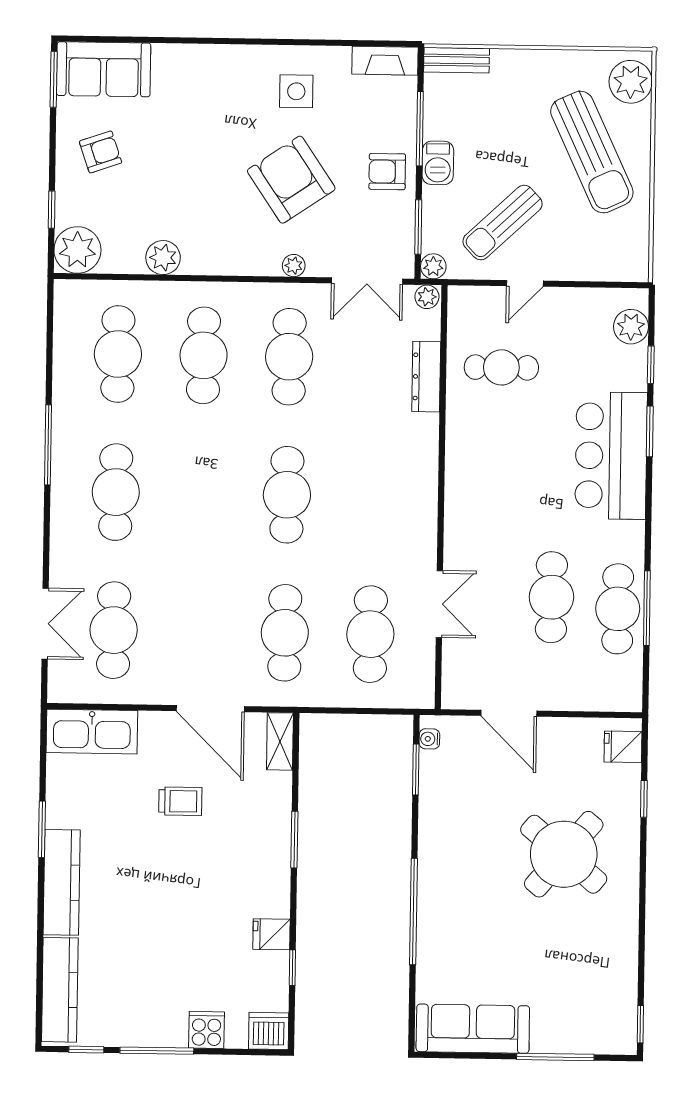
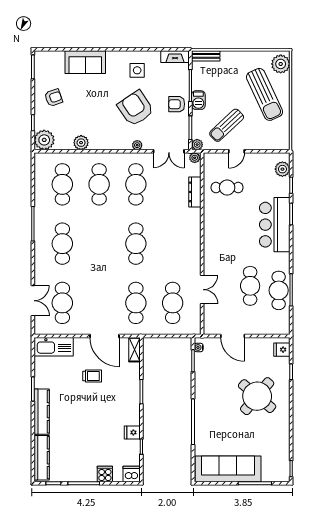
sofa: (104, 69) -> (85, 62), moved
sofa: (473, 1029) -> (228, 469), width x1.36, depth x1.27

